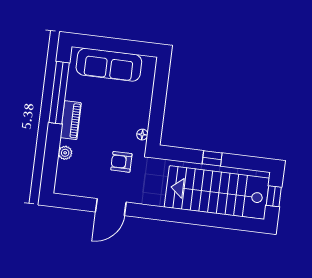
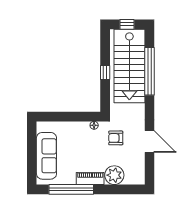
plant: (65, 153) -> (114, 175), width x1.88, depth x1.88
armchair: (121, 162) -> (116, 138), turned 90
window: (206, 219) -> (149, 71), added

